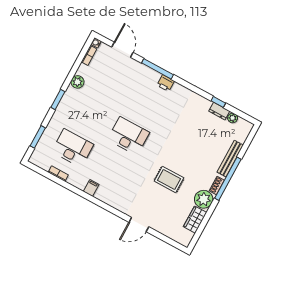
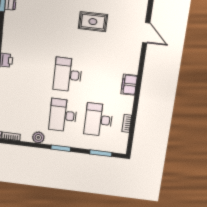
desk: (90, 115) -> (63, 115), added
rug: (169, 179) -> (93, 22), turned 90
filing cabinet: (91, 188) -> (129, 85), width x2.00

